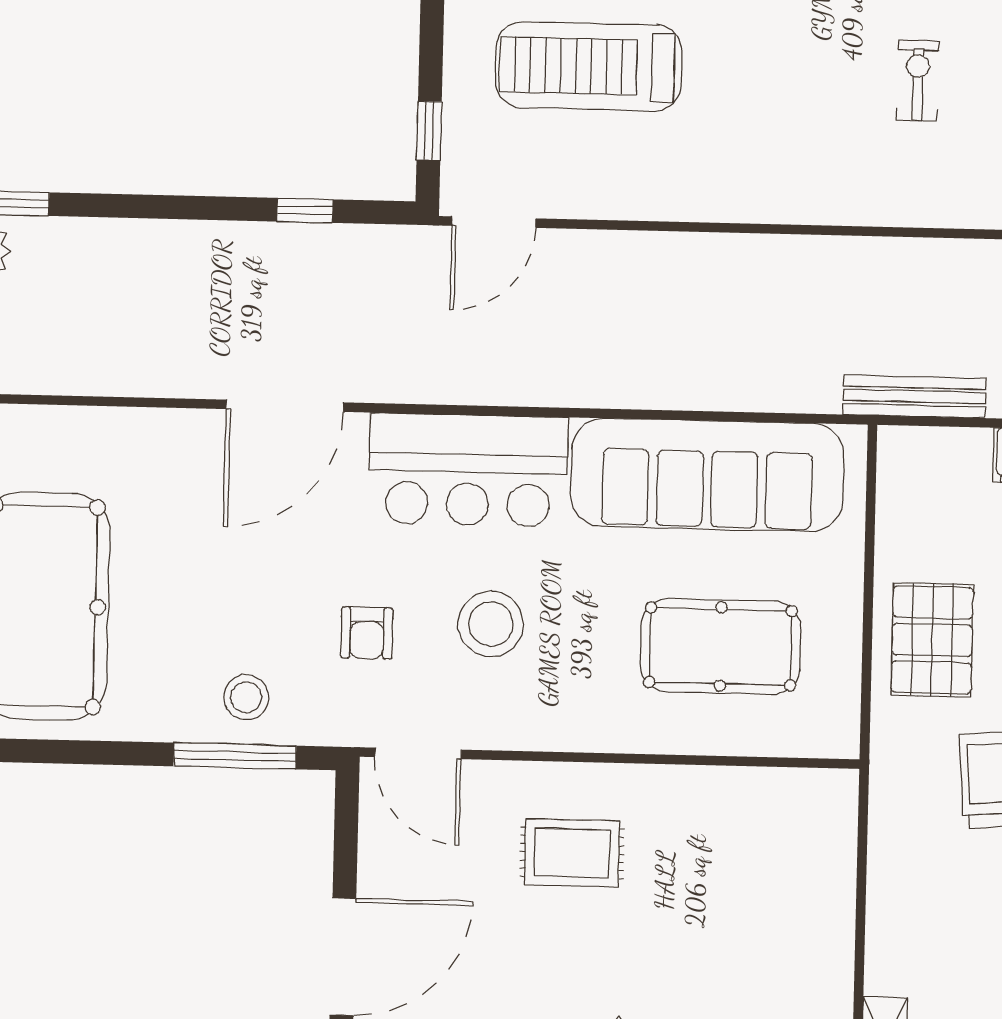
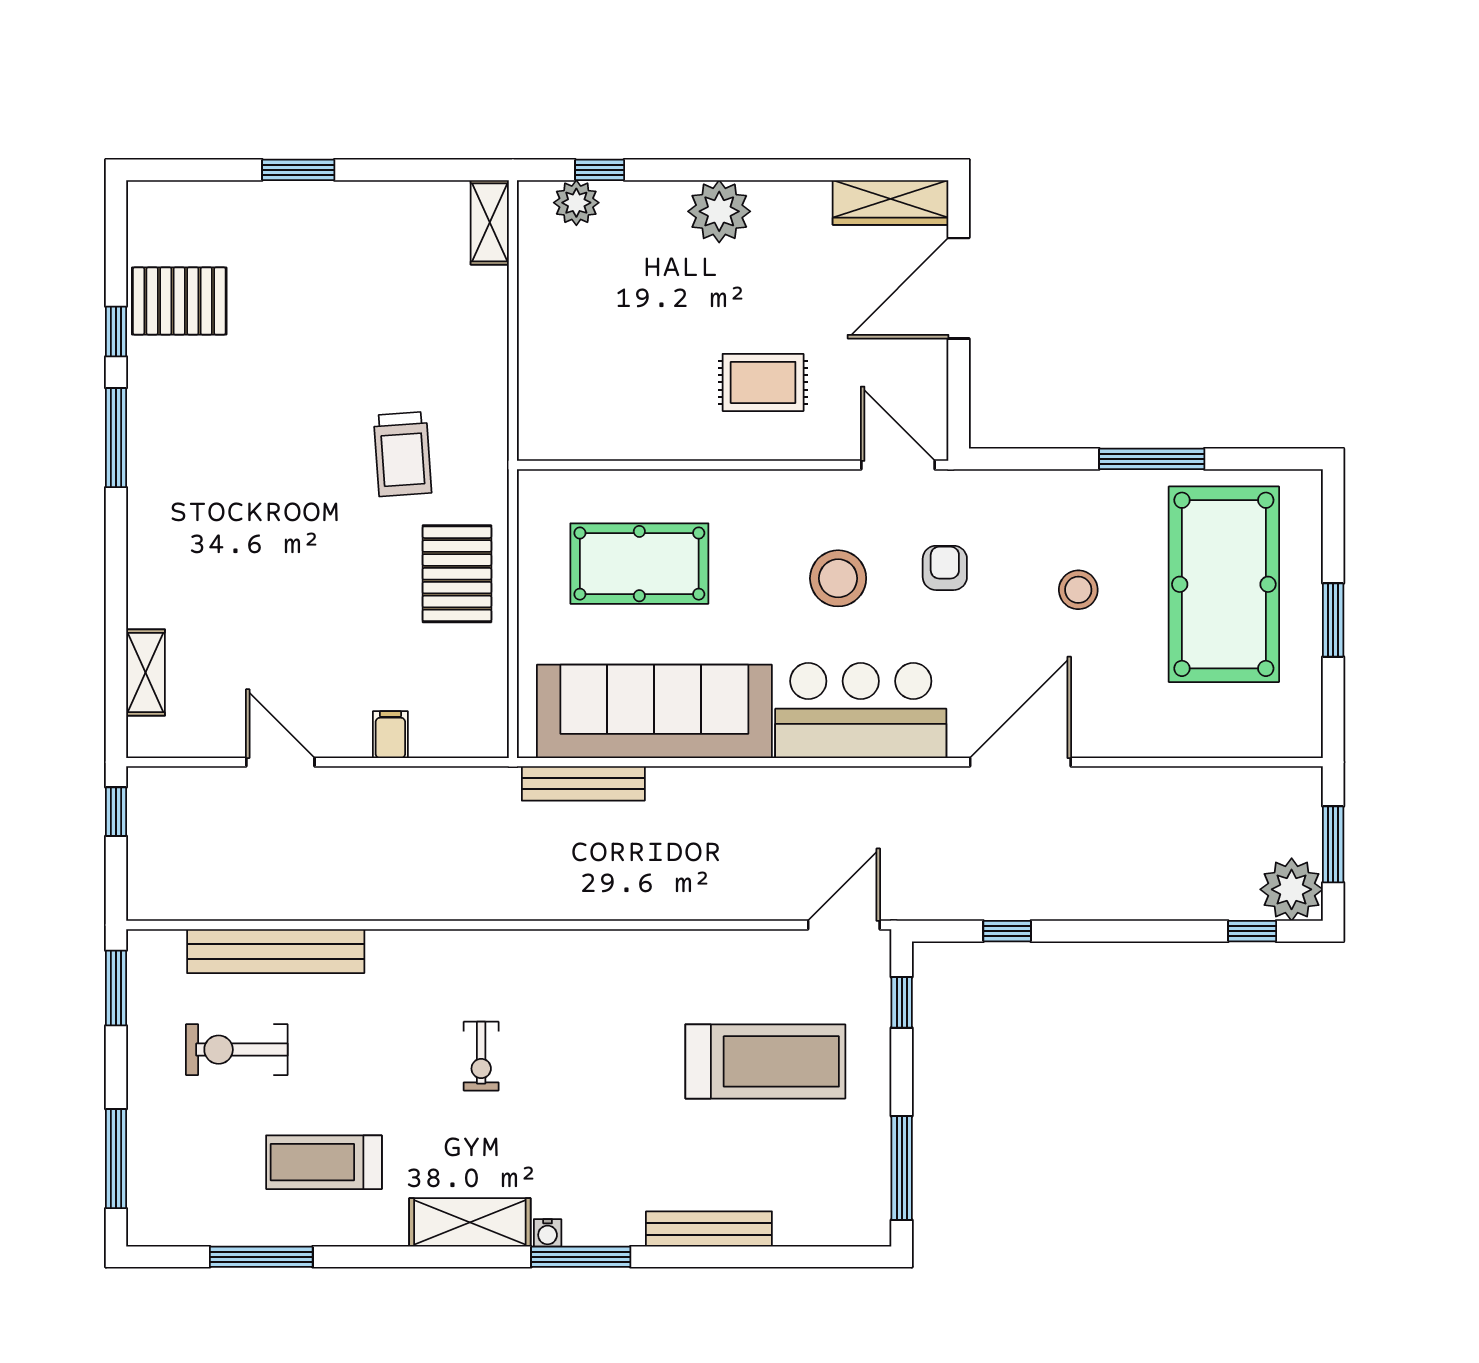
bench: (915, 396) -> (583, 783), moved
stool: (246, 697) -> (1078, 590), moved
window: (235, 756) -> (1152, 459), moved

